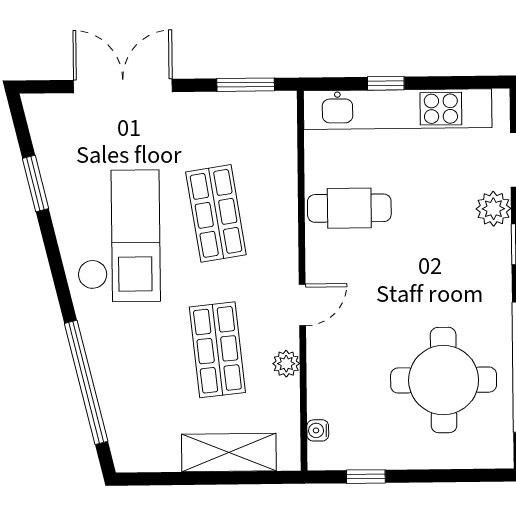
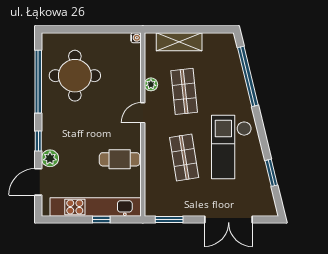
water cooler: (318, 430) -> (136, 38), moved
window: (366, 477) -> (113, 29), removed

